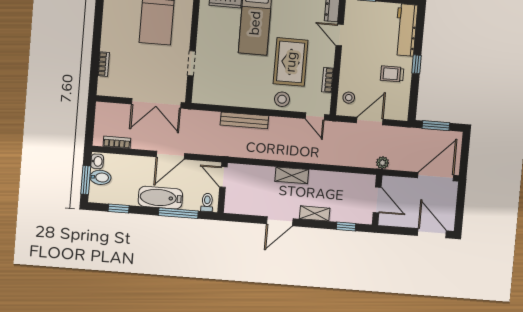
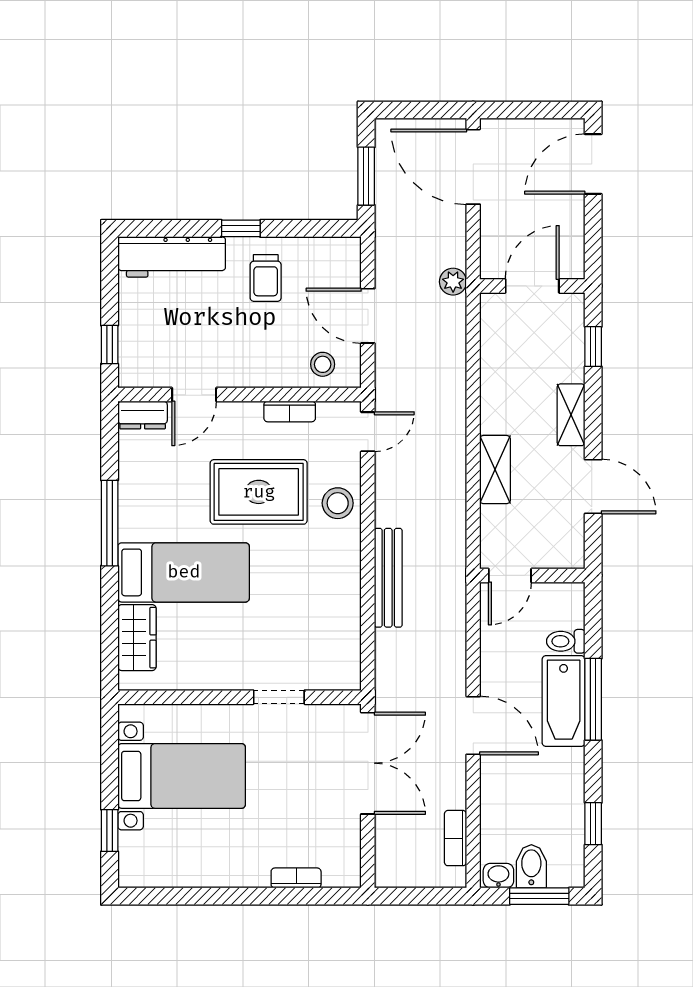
door: (223, 177) -> (510, 575), moved
wall: (223, 188) -> (532, 575), moved
bathtub: (160, 198) -> (564, 701), moved

